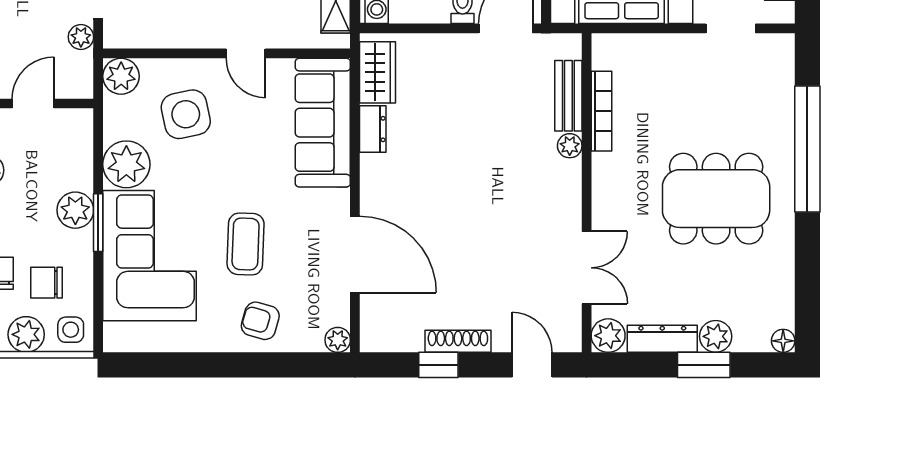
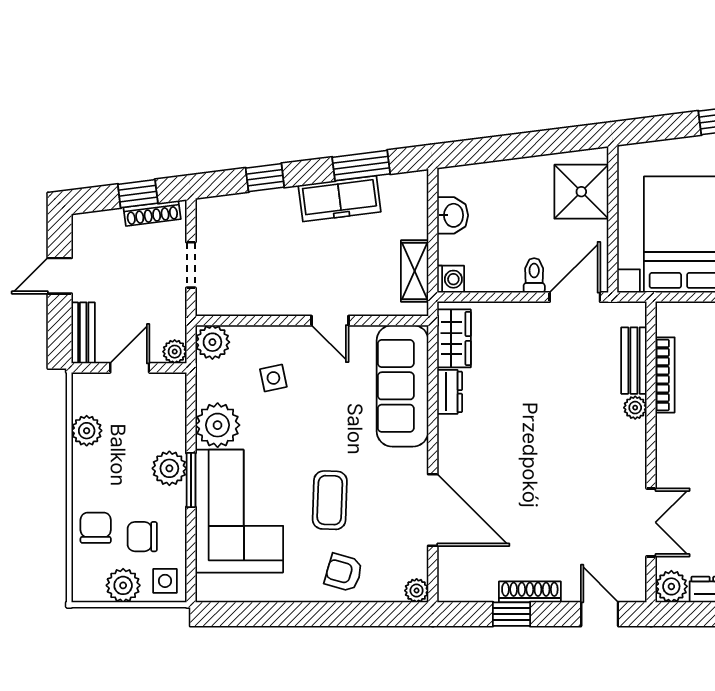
plant: (81, 37) -> (175, 352), moved
side table: (186, 114) -> (273, 378), width x0.54, depth x0.54

